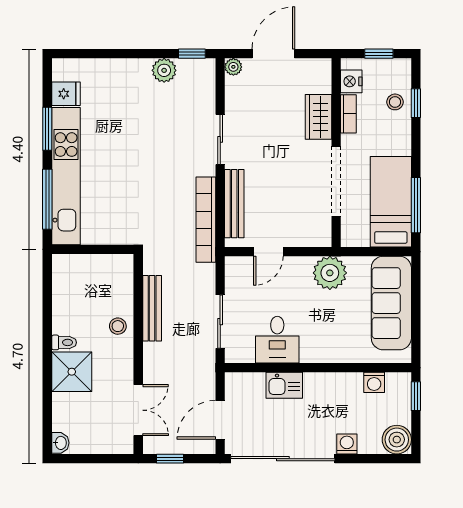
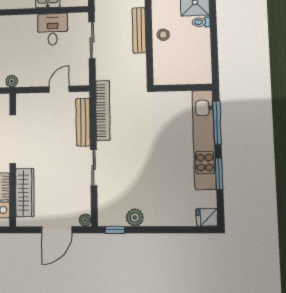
fridge: (66, 94) -> (207, 217), moved
wardrobe: (319, 117) -> (25, 192), width x1.50
plant: (330, 273) -> (12, 81), width x0.53, depth x0.53
bench: (152, 308) -> (139, 30), moved

